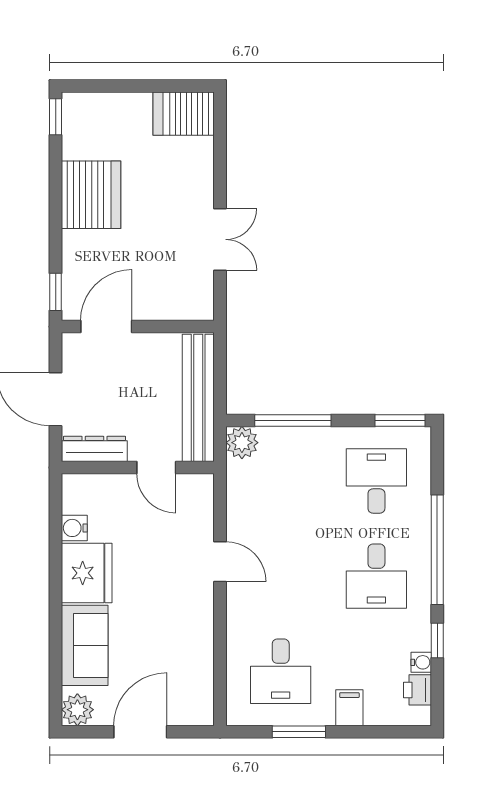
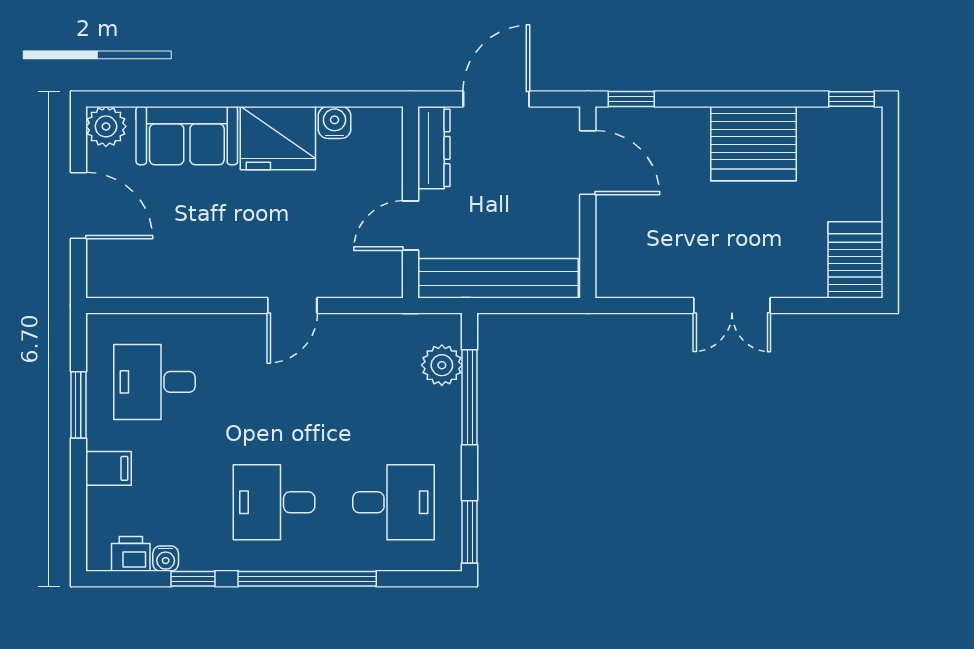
double door: (220, 239) -> (732, 306), moved
plant: (242, 443) -> (442, 365), moved

